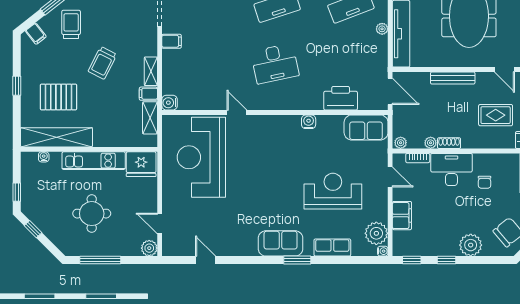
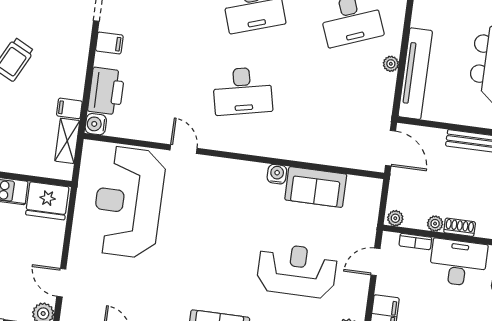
shelving: (151, 71) -> (77, 79), removed
printer: (341, 98) -> (106, 91), moved, turned 90
sofa: (366, 127) -> (316, 187), moved
door: (390, 177) -> (375, 262), swing flipped

